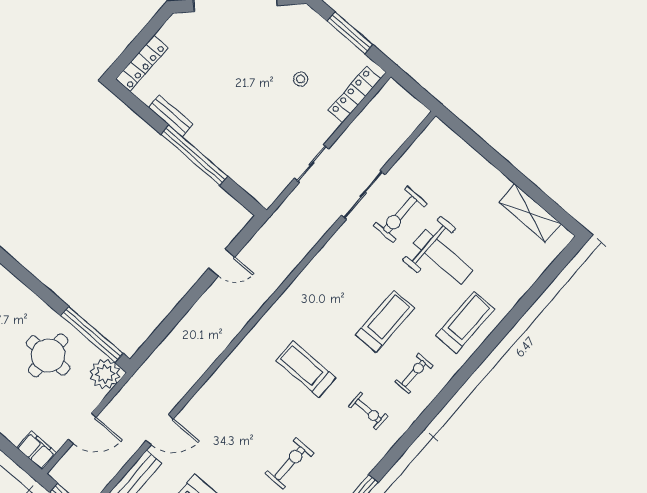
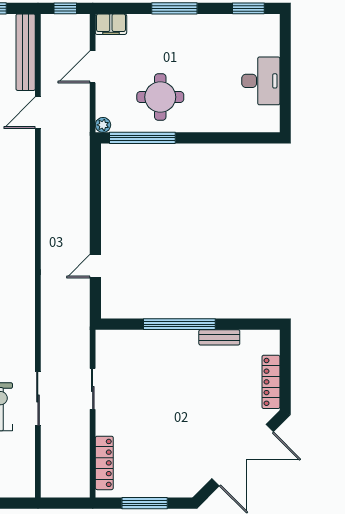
locker: (142, 64) -> (271, 382), moved
stool: (301, 79) -> (151, 441), removed
plant: (105, 374) -> (103, 125), width x0.53, depth x0.53

